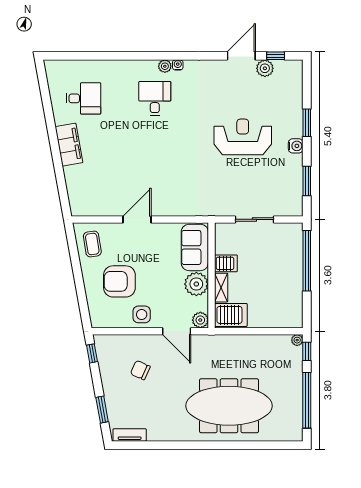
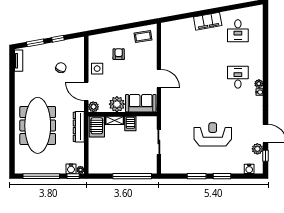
desk: (155, 98) -> (238, 77), turned -90
reception desk: (243, 137) -> (213, 134), turned -90
water cooler: (296, 146) -> (249, 169), moved
window: (307, 181) -> (197, 176), moved
door: (137, 219) -> (159, 79), moved
armchair: (119, 281) -> (119, 54), width x0.53, depth x0.53
door: (177, 331) -> (86, 91), hinge flipped
dresser: (231, 343) -> (79, 127), added
window: (92, 353) -> (58, 39), moved
water cooler: (295, 355) -> (71, 169), added

